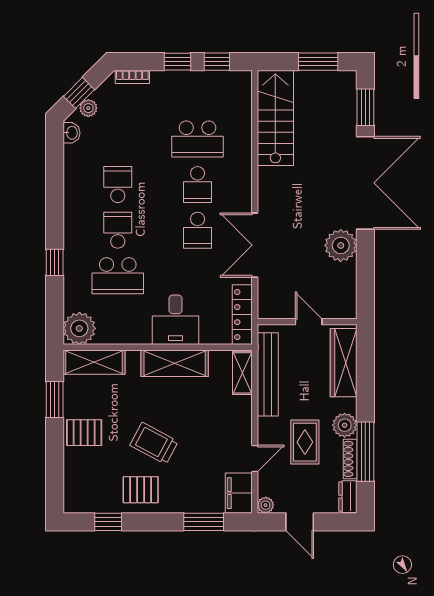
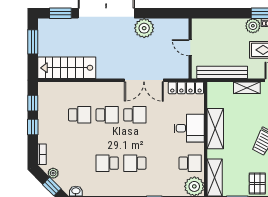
plant: (88, 108) -> (53, 173), moved
school desk: (198, 139) -> (80, 115), width x0.54
school desk: (118, 276) -> (190, 163), moved, width x0.54
door: (309, 322) -> (190, 48), hinge flipped
wardrobe: (344, 363) -> (215, 26), removed
shelving: (242, 373) -> (247, 88), moved

